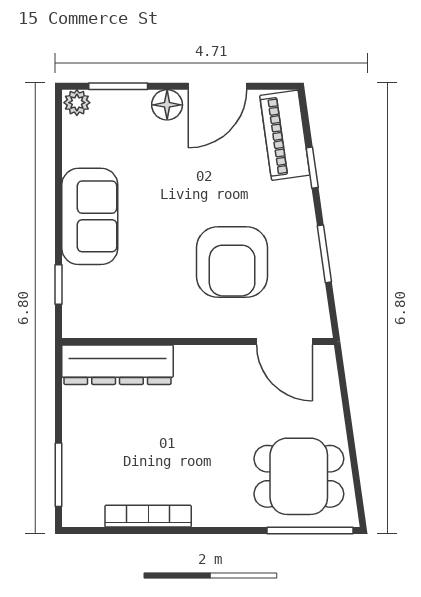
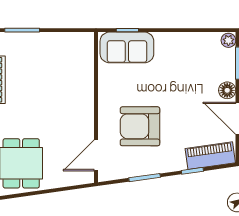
sofa: (90, 216) -> (127, 47), moved
dresser: (118, 365) -> (83, 63), removed

